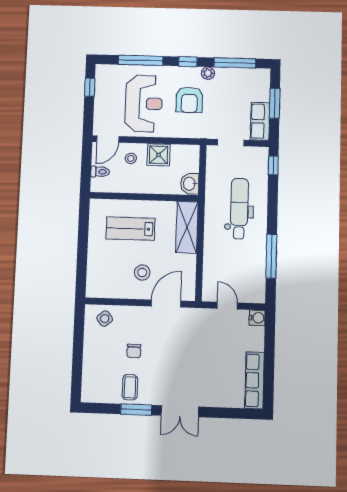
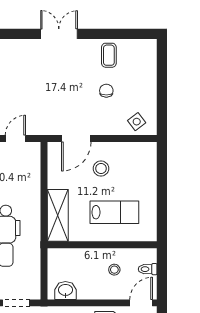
shower: (159, 155) -> (89, 288), removed
stool: (131, 158) -> (114, 270), moved
washbasin: (190, 184) -> (65, 290), moved, turned -90
door: (227, 306) -> (15, 138), swing flipped
window: (136, 410) -> (102, 34), removed

